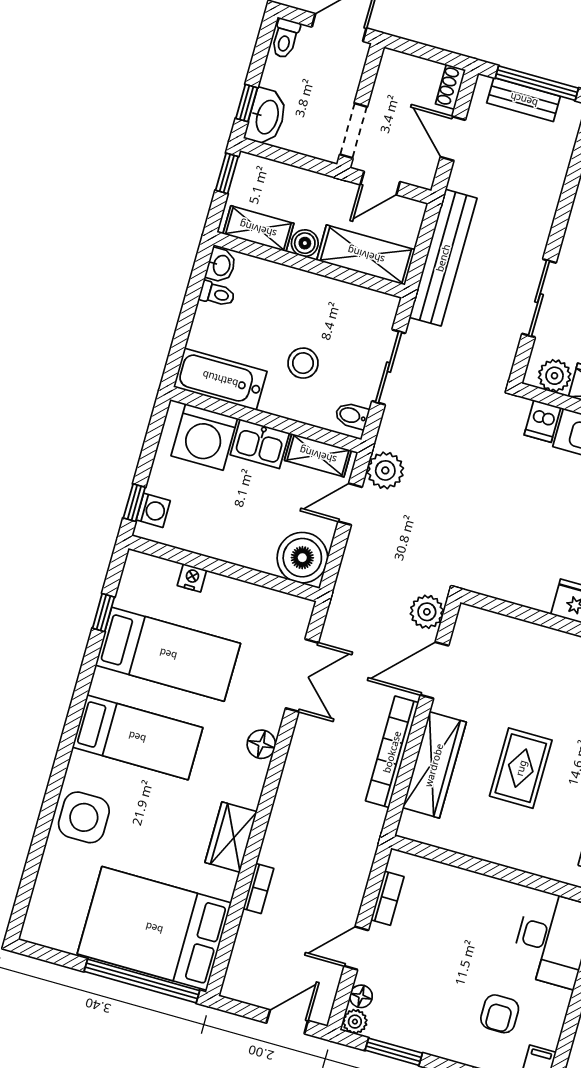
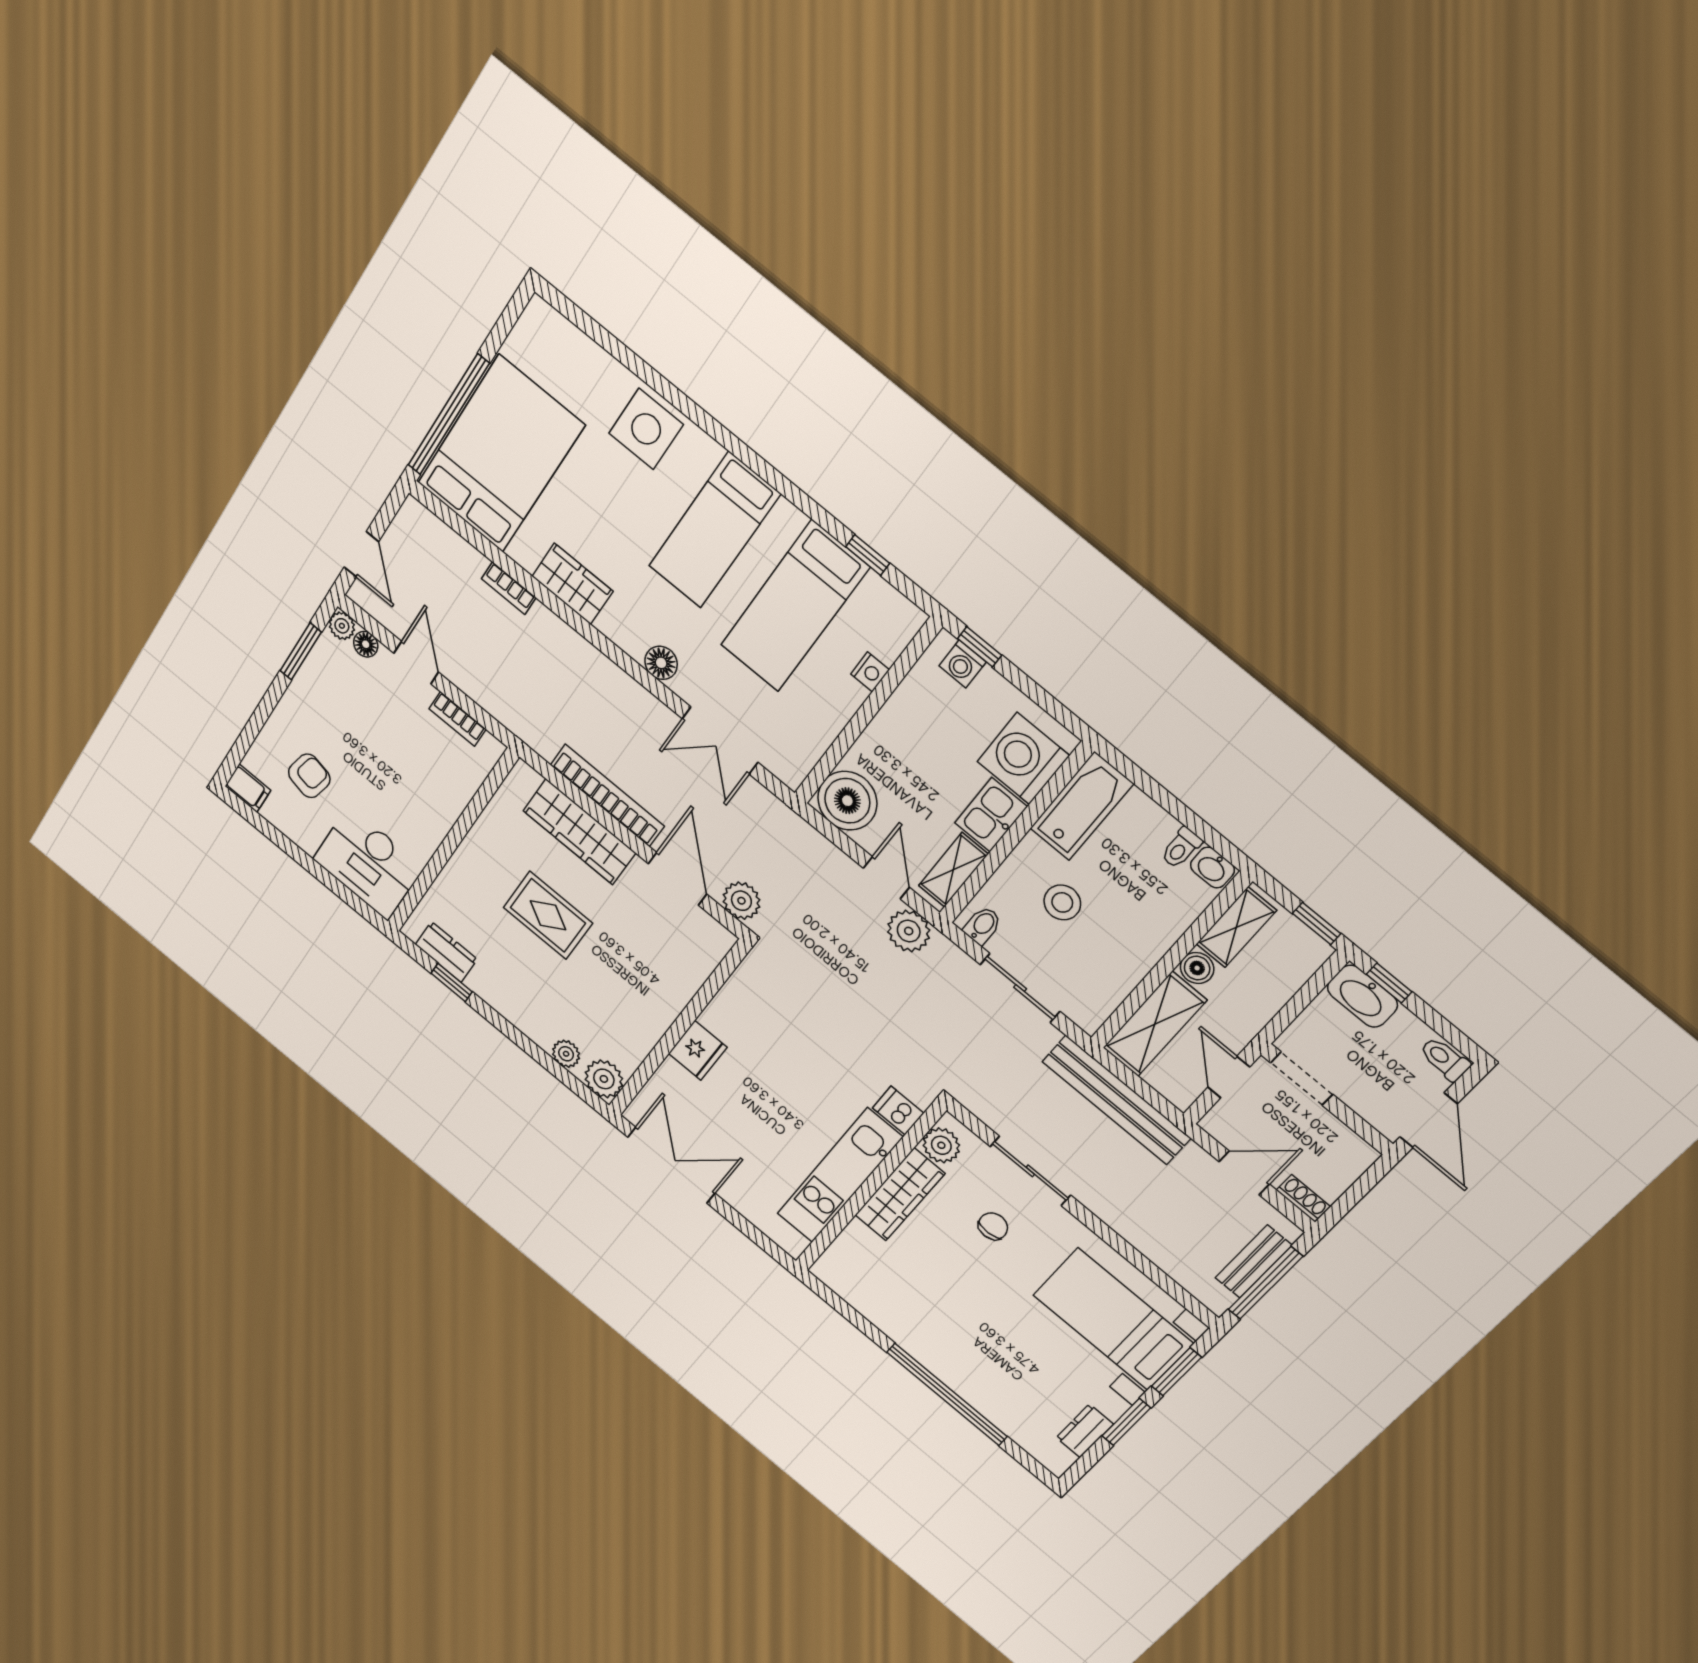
armchair: (500, 1014) -> (309, 776), turned 102

